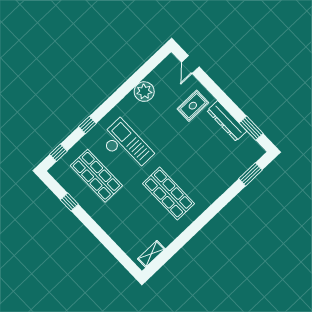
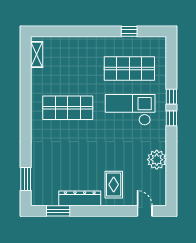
checkout: (126, 146) -> (130, 110), turned 180
window: (58, 153) -> (171, 118), moved

